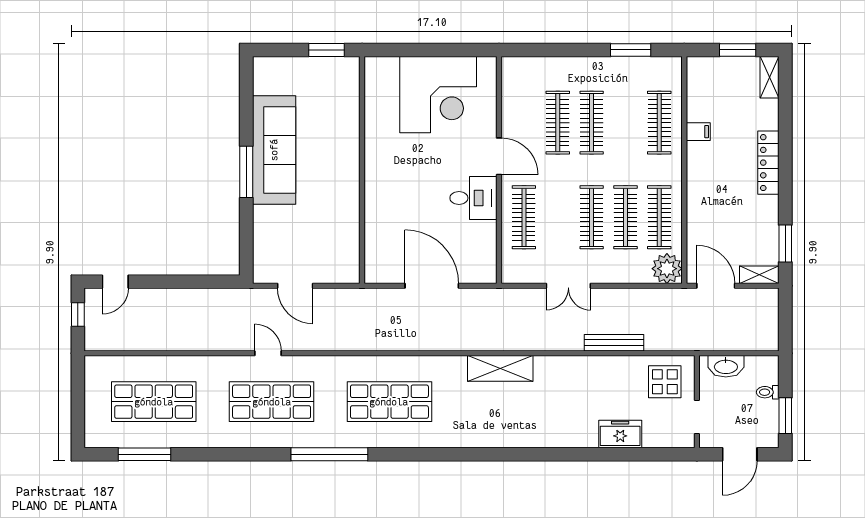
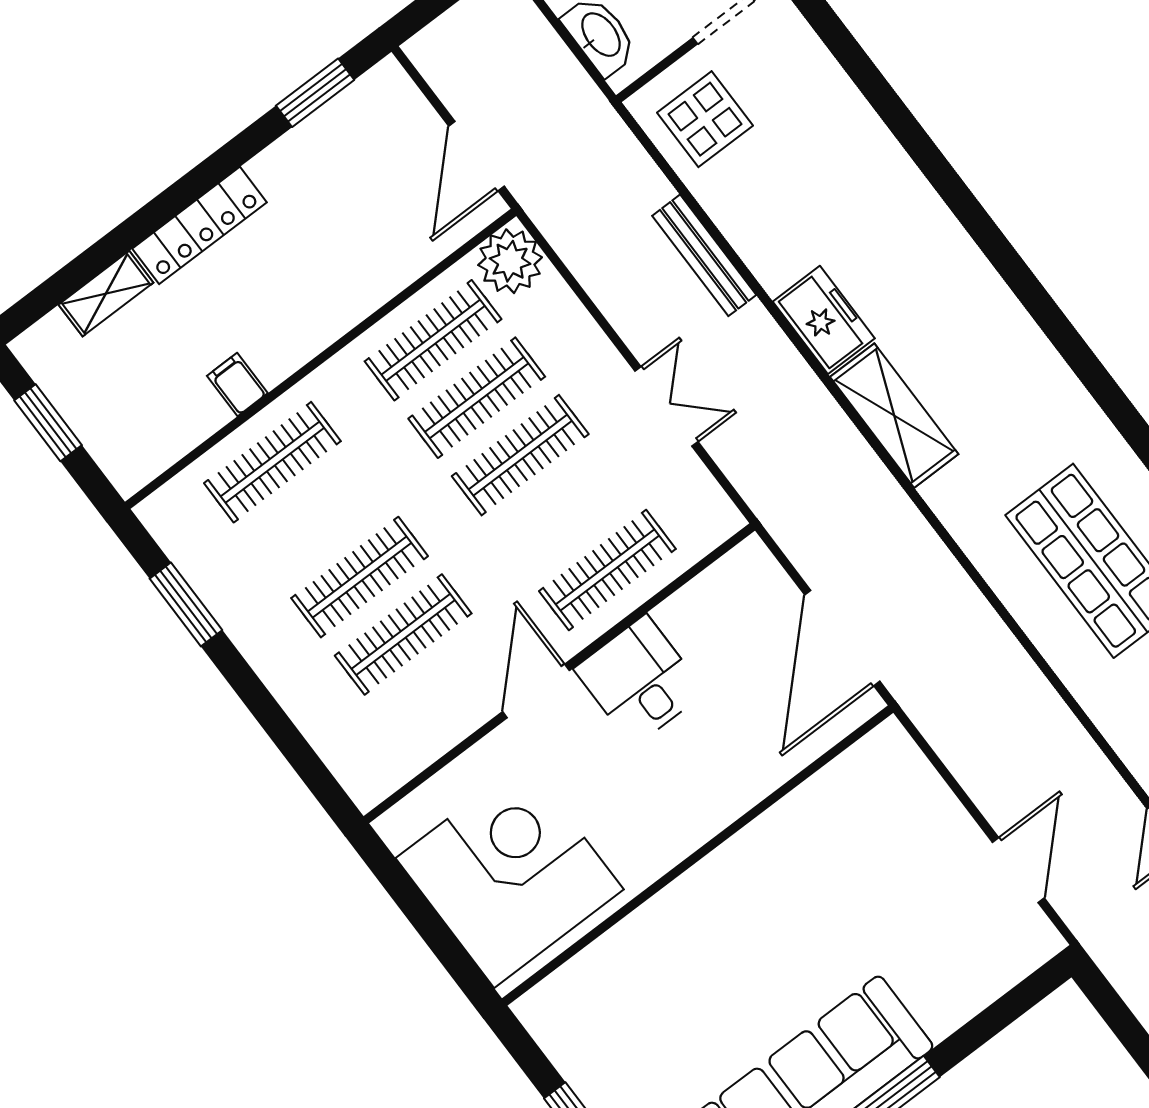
shelving: (770, 77) -> (106, 294), moved
wall: (362, 170) -> (698, 856), moved
shelving: (759, 275) -> (402, 97), removed
freezer: (620, 434) -> (824, 320), moved, turned 180

